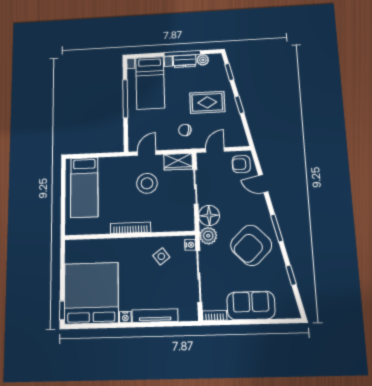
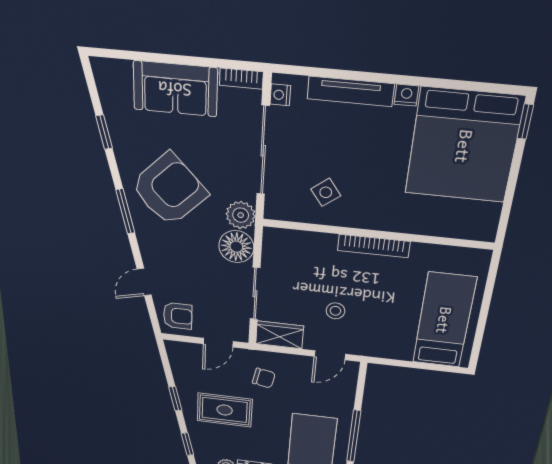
stool: (147, 183) -> (335, 311), width x0.53, depth x0.53
door: (263, 184) -> (144, 282), swing flipped
nightstand: (190, 245) -> (280, 95), moved

